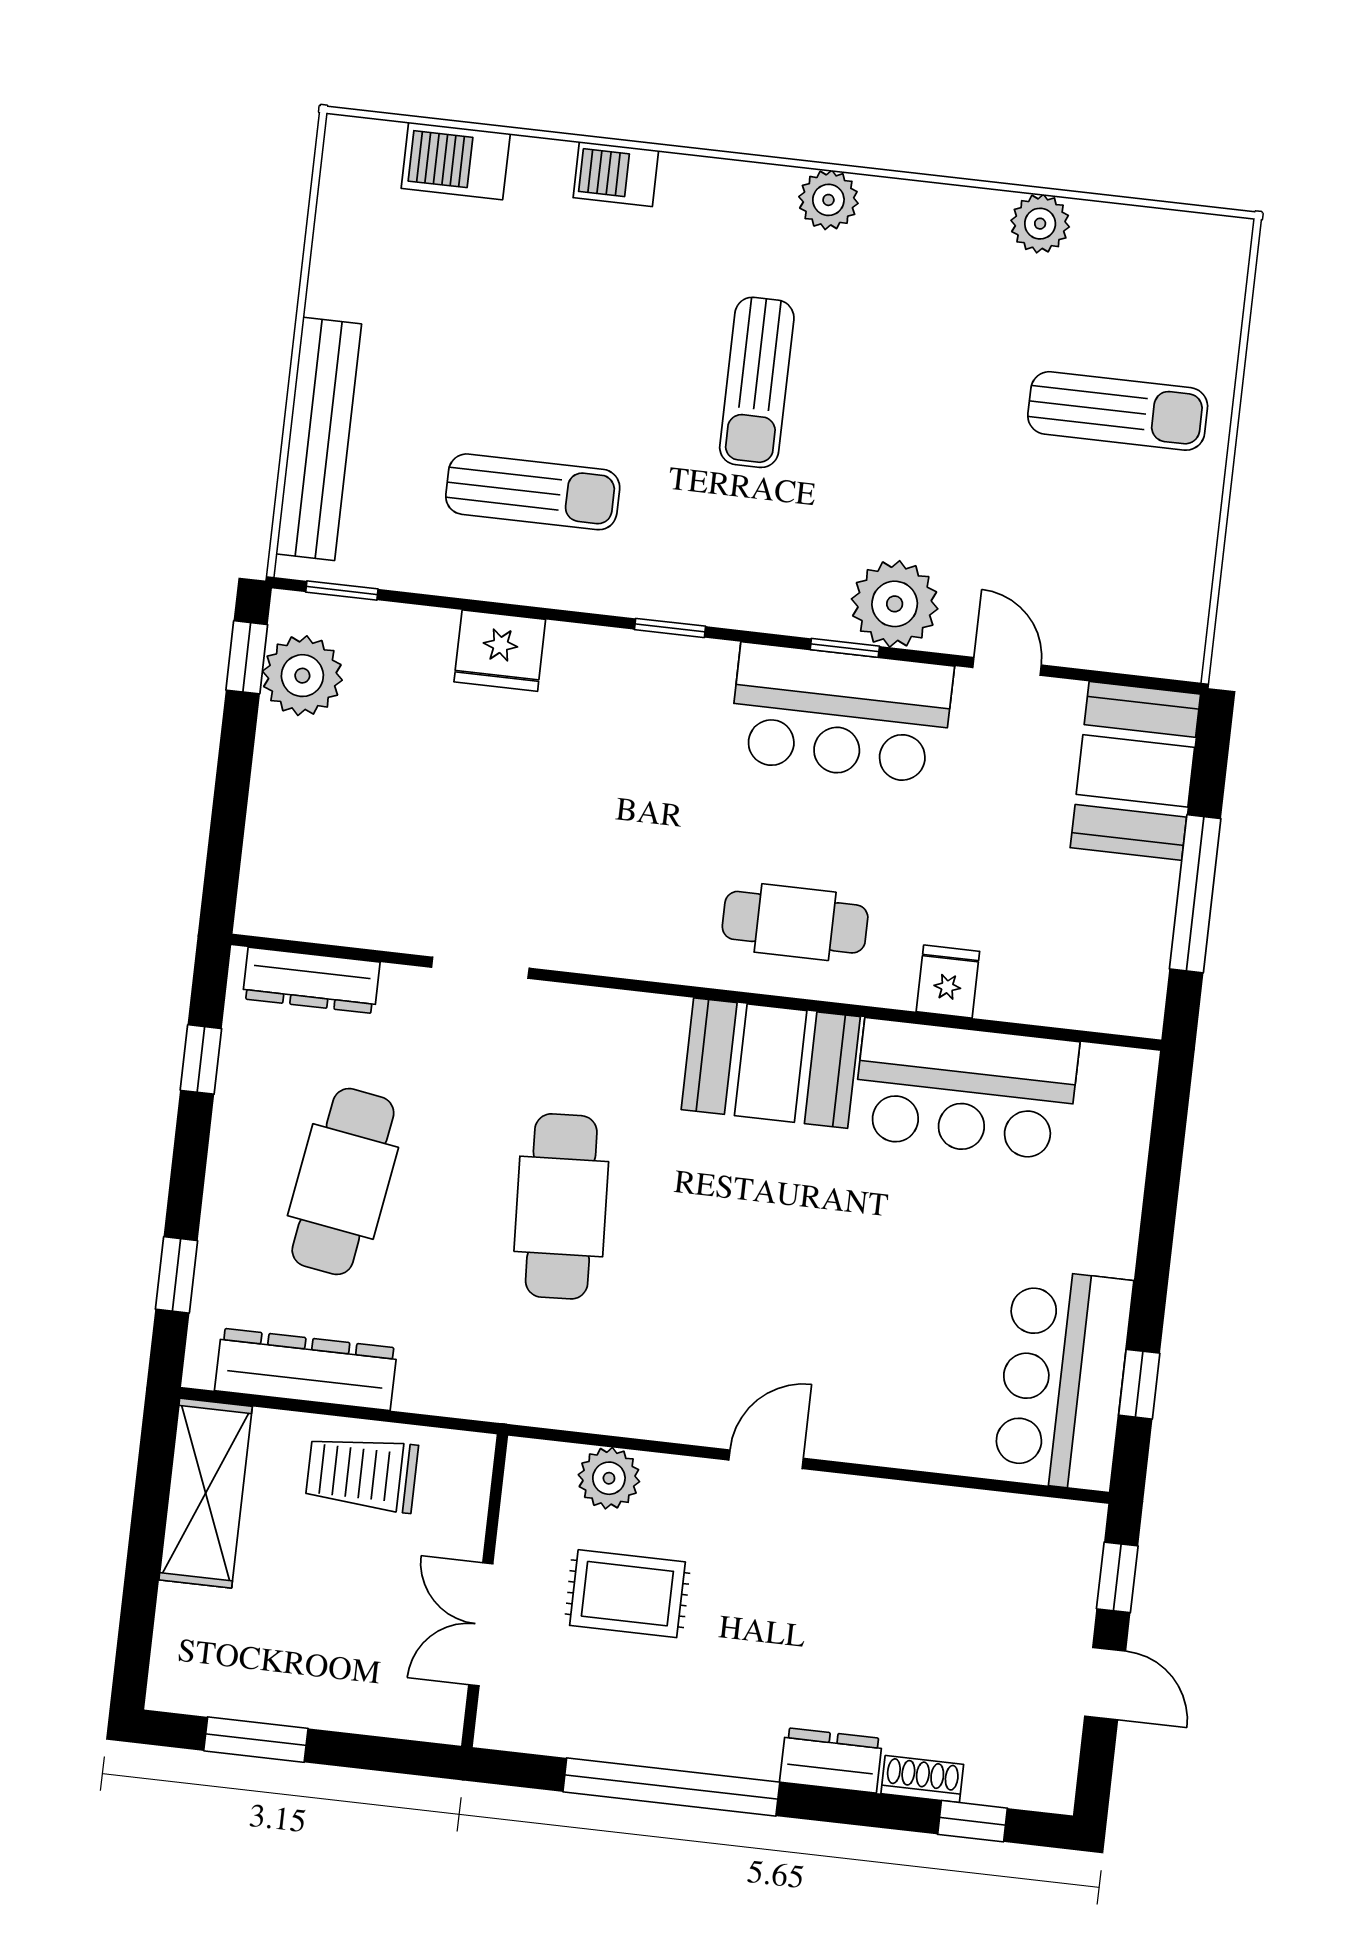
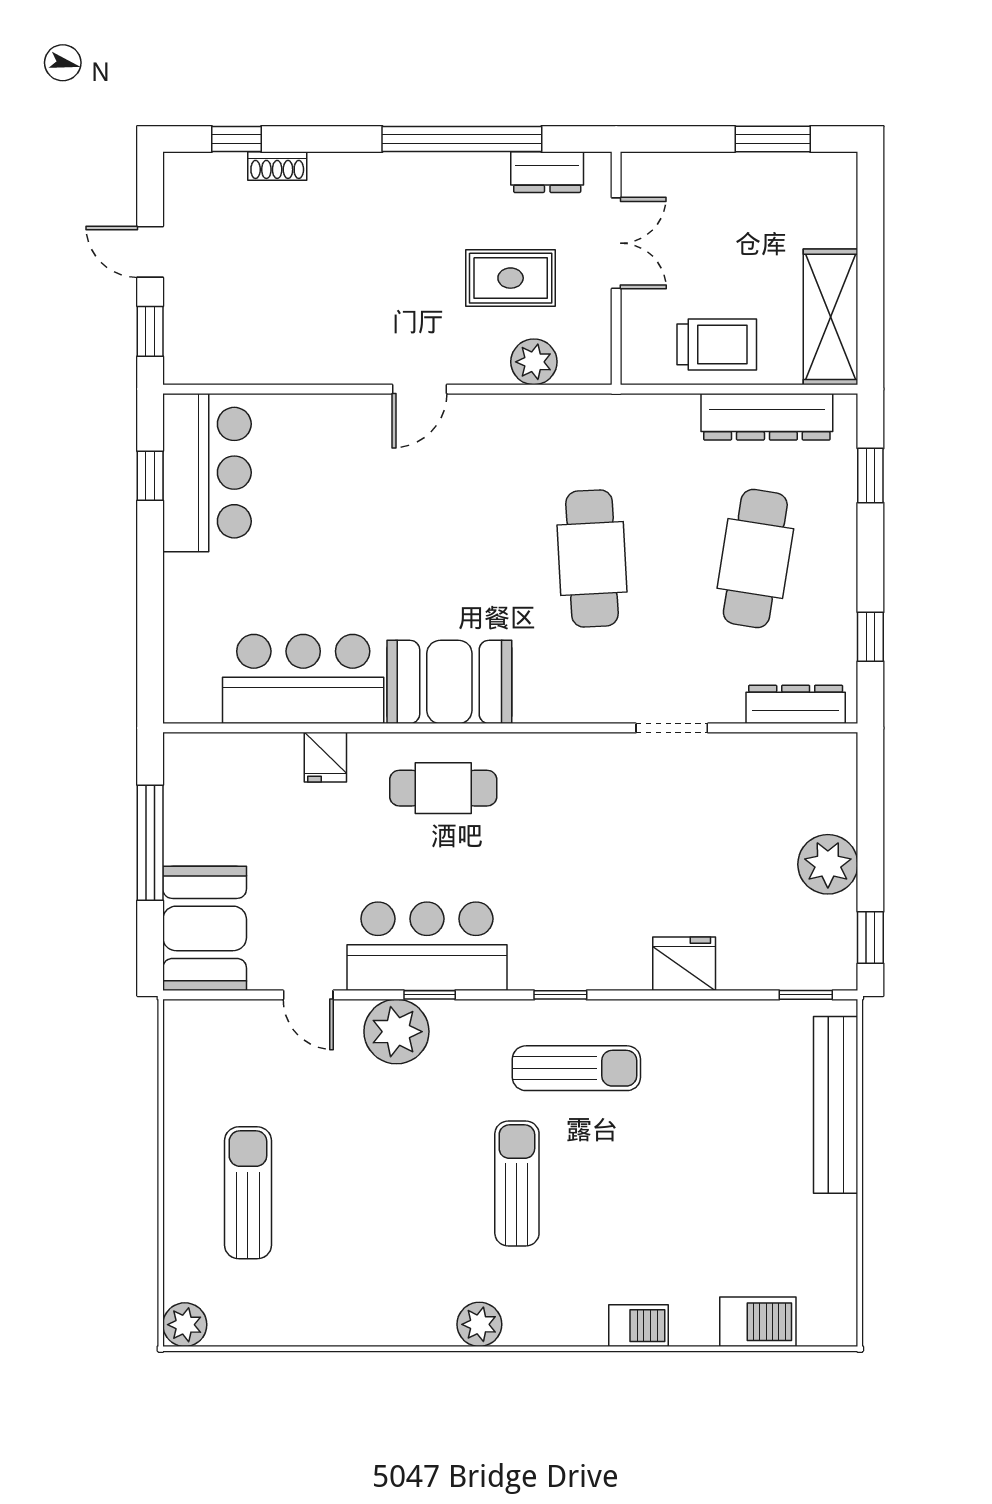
plant: (1040, 224) -> (185, 1325), moved
sun lounger: (1118, 411) -> (248, 1193), turned 90
sun lounger: (533, 492) -> (576, 1068), moved, turned 180
plant: (302, 676) -> (828, 864), moved
dresser: (831, 1760) -> (547, 172), moved

